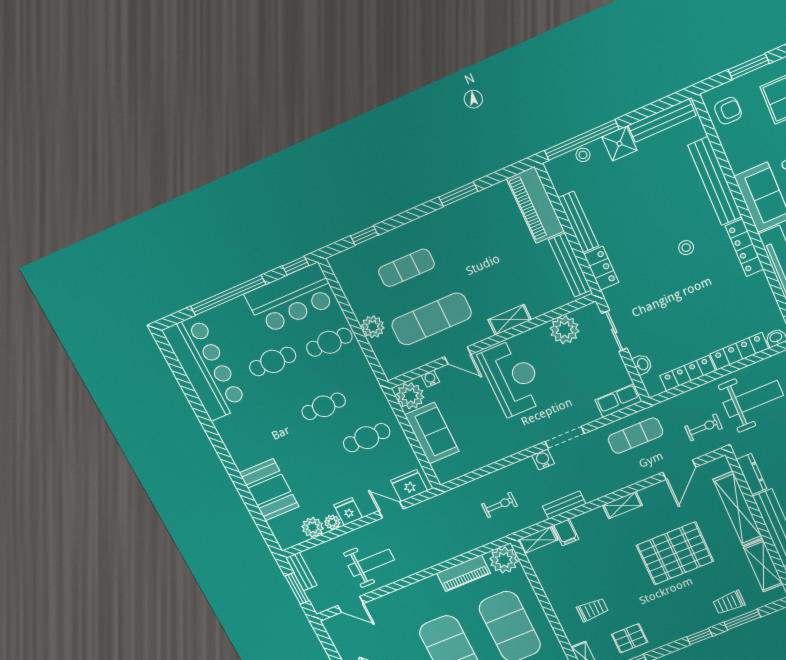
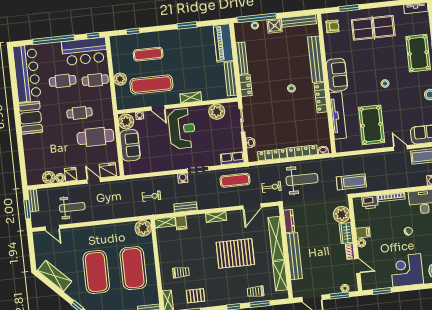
cafe table: (367, 438) -> (95, 137), width x1.37, depth x1.35
booth: (269, 490) -> (31, 118), moved
piano: (464, 573) -> (119, 229), removed

